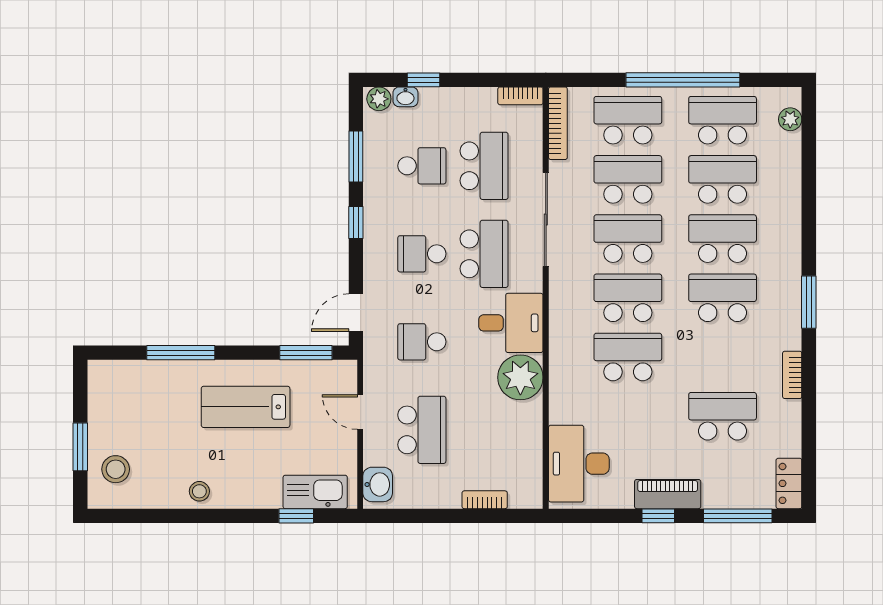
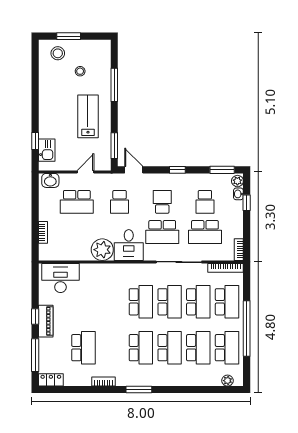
window: (356, 157) -> (222, 170), moved
school desk: (422, 342) -> (120, 202), turned 180
school desk: (628, 357) -> (112, 302), removed
stool: (199, 491) -> (80, 71), moved
kitchen sink: (315, 492) -> (47, 150), width x0.73

